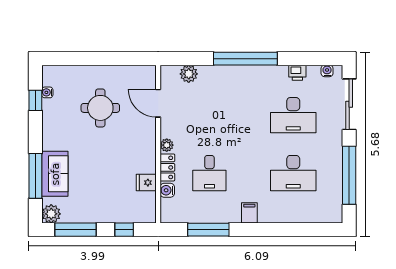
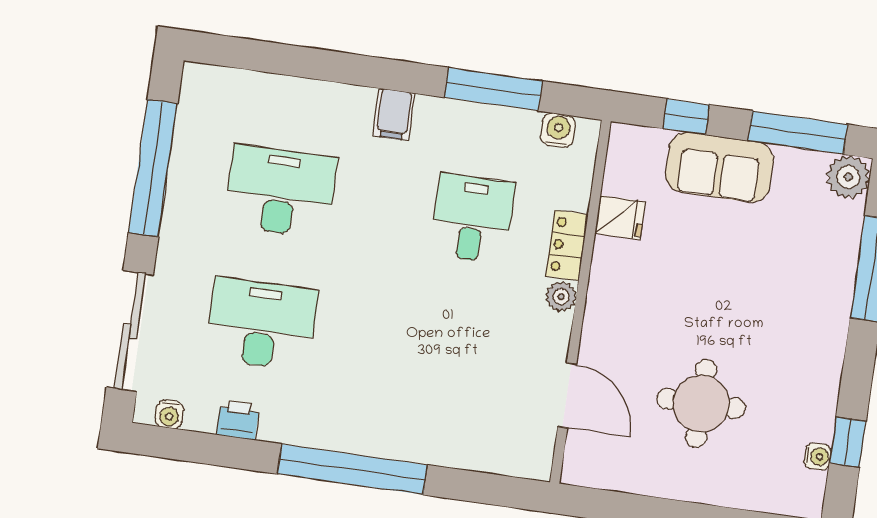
plant: (189, 74) -> (487, 453), removed
sofa: (55, 174) -> (719, 167), moved, turned -90
water cooler: (167, 190) -> (558, 130), moved, turned -90

